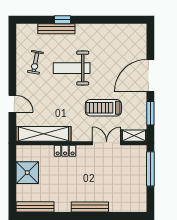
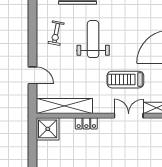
weight bench: (72, 68) -> (93, 39), turned 90
shower: (27, 173) -> (48, 129), moved

